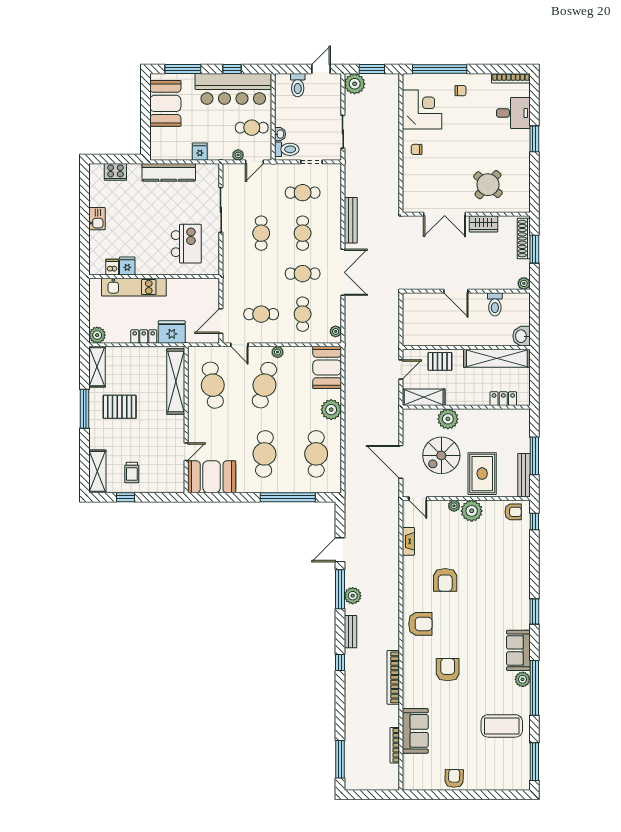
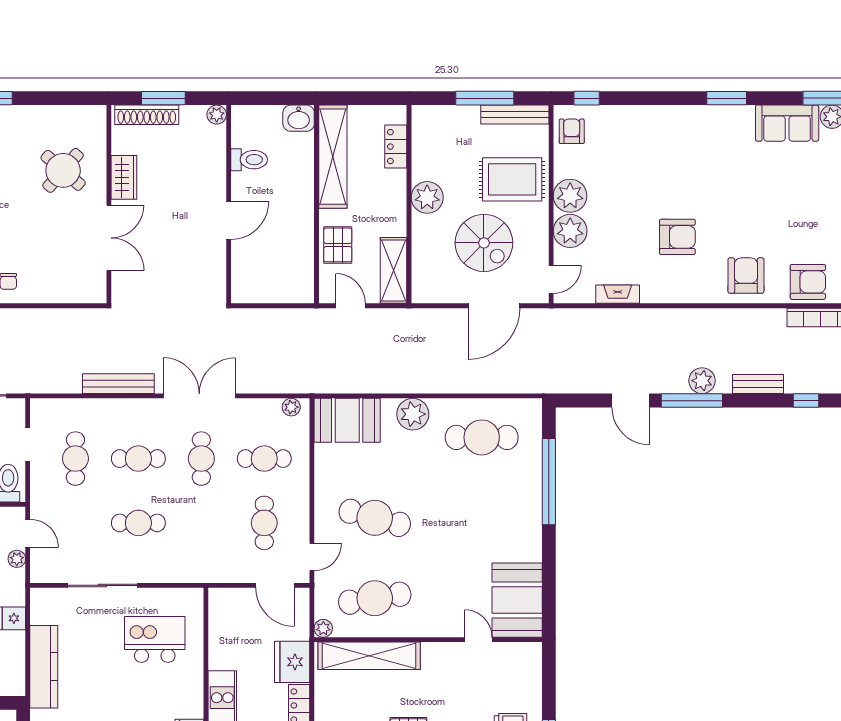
plant: (278, 352) -> (323, 628), moved
plant: (448, 419) -> (427, 197), moved
cafe table: (264, 454) -> (482, 518), removed
plant: (454, 506) -> (570, 231), width x1.88, depth x1.88
armchair: (448, 670) -> (808, 282), moved, turned 180

